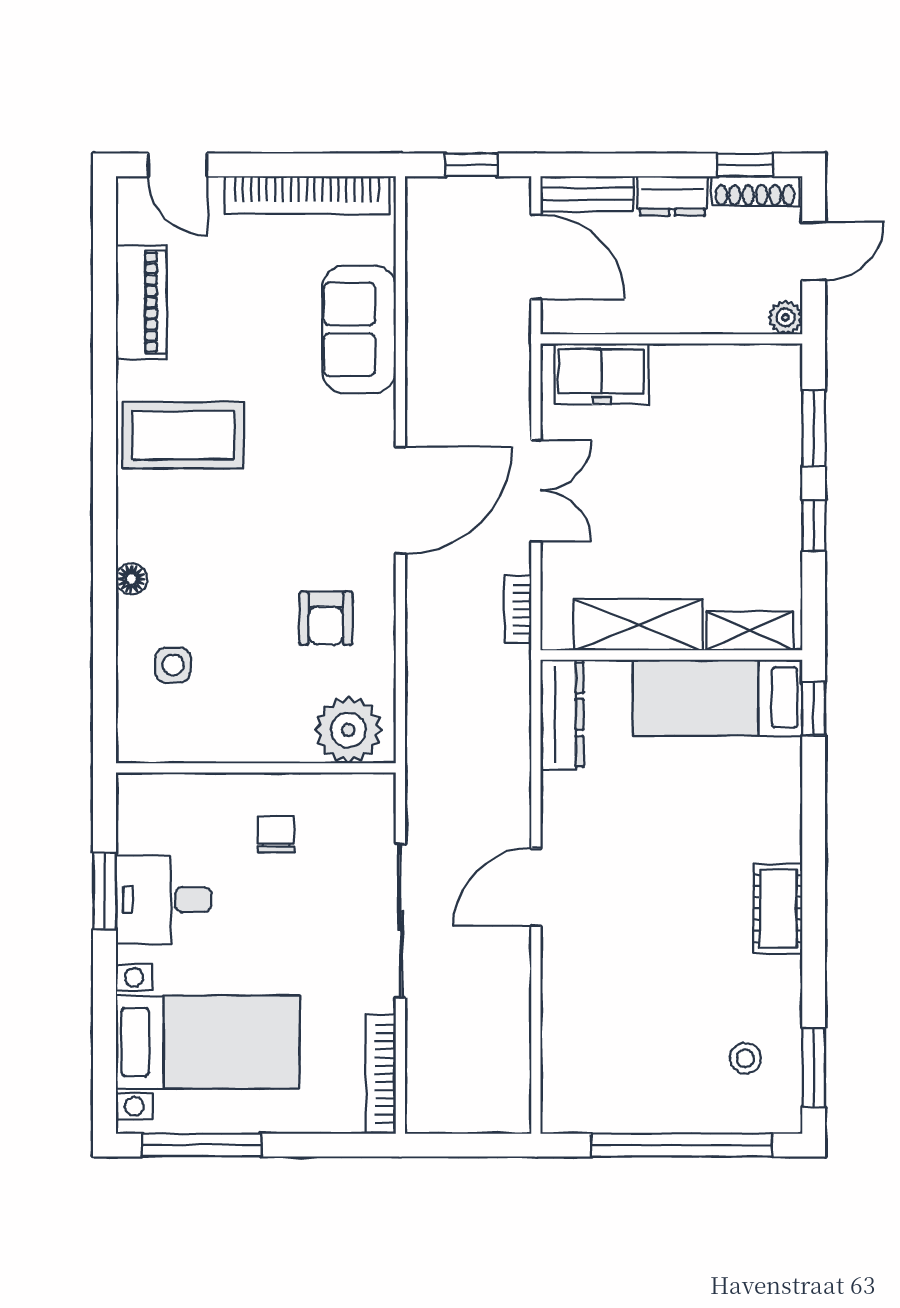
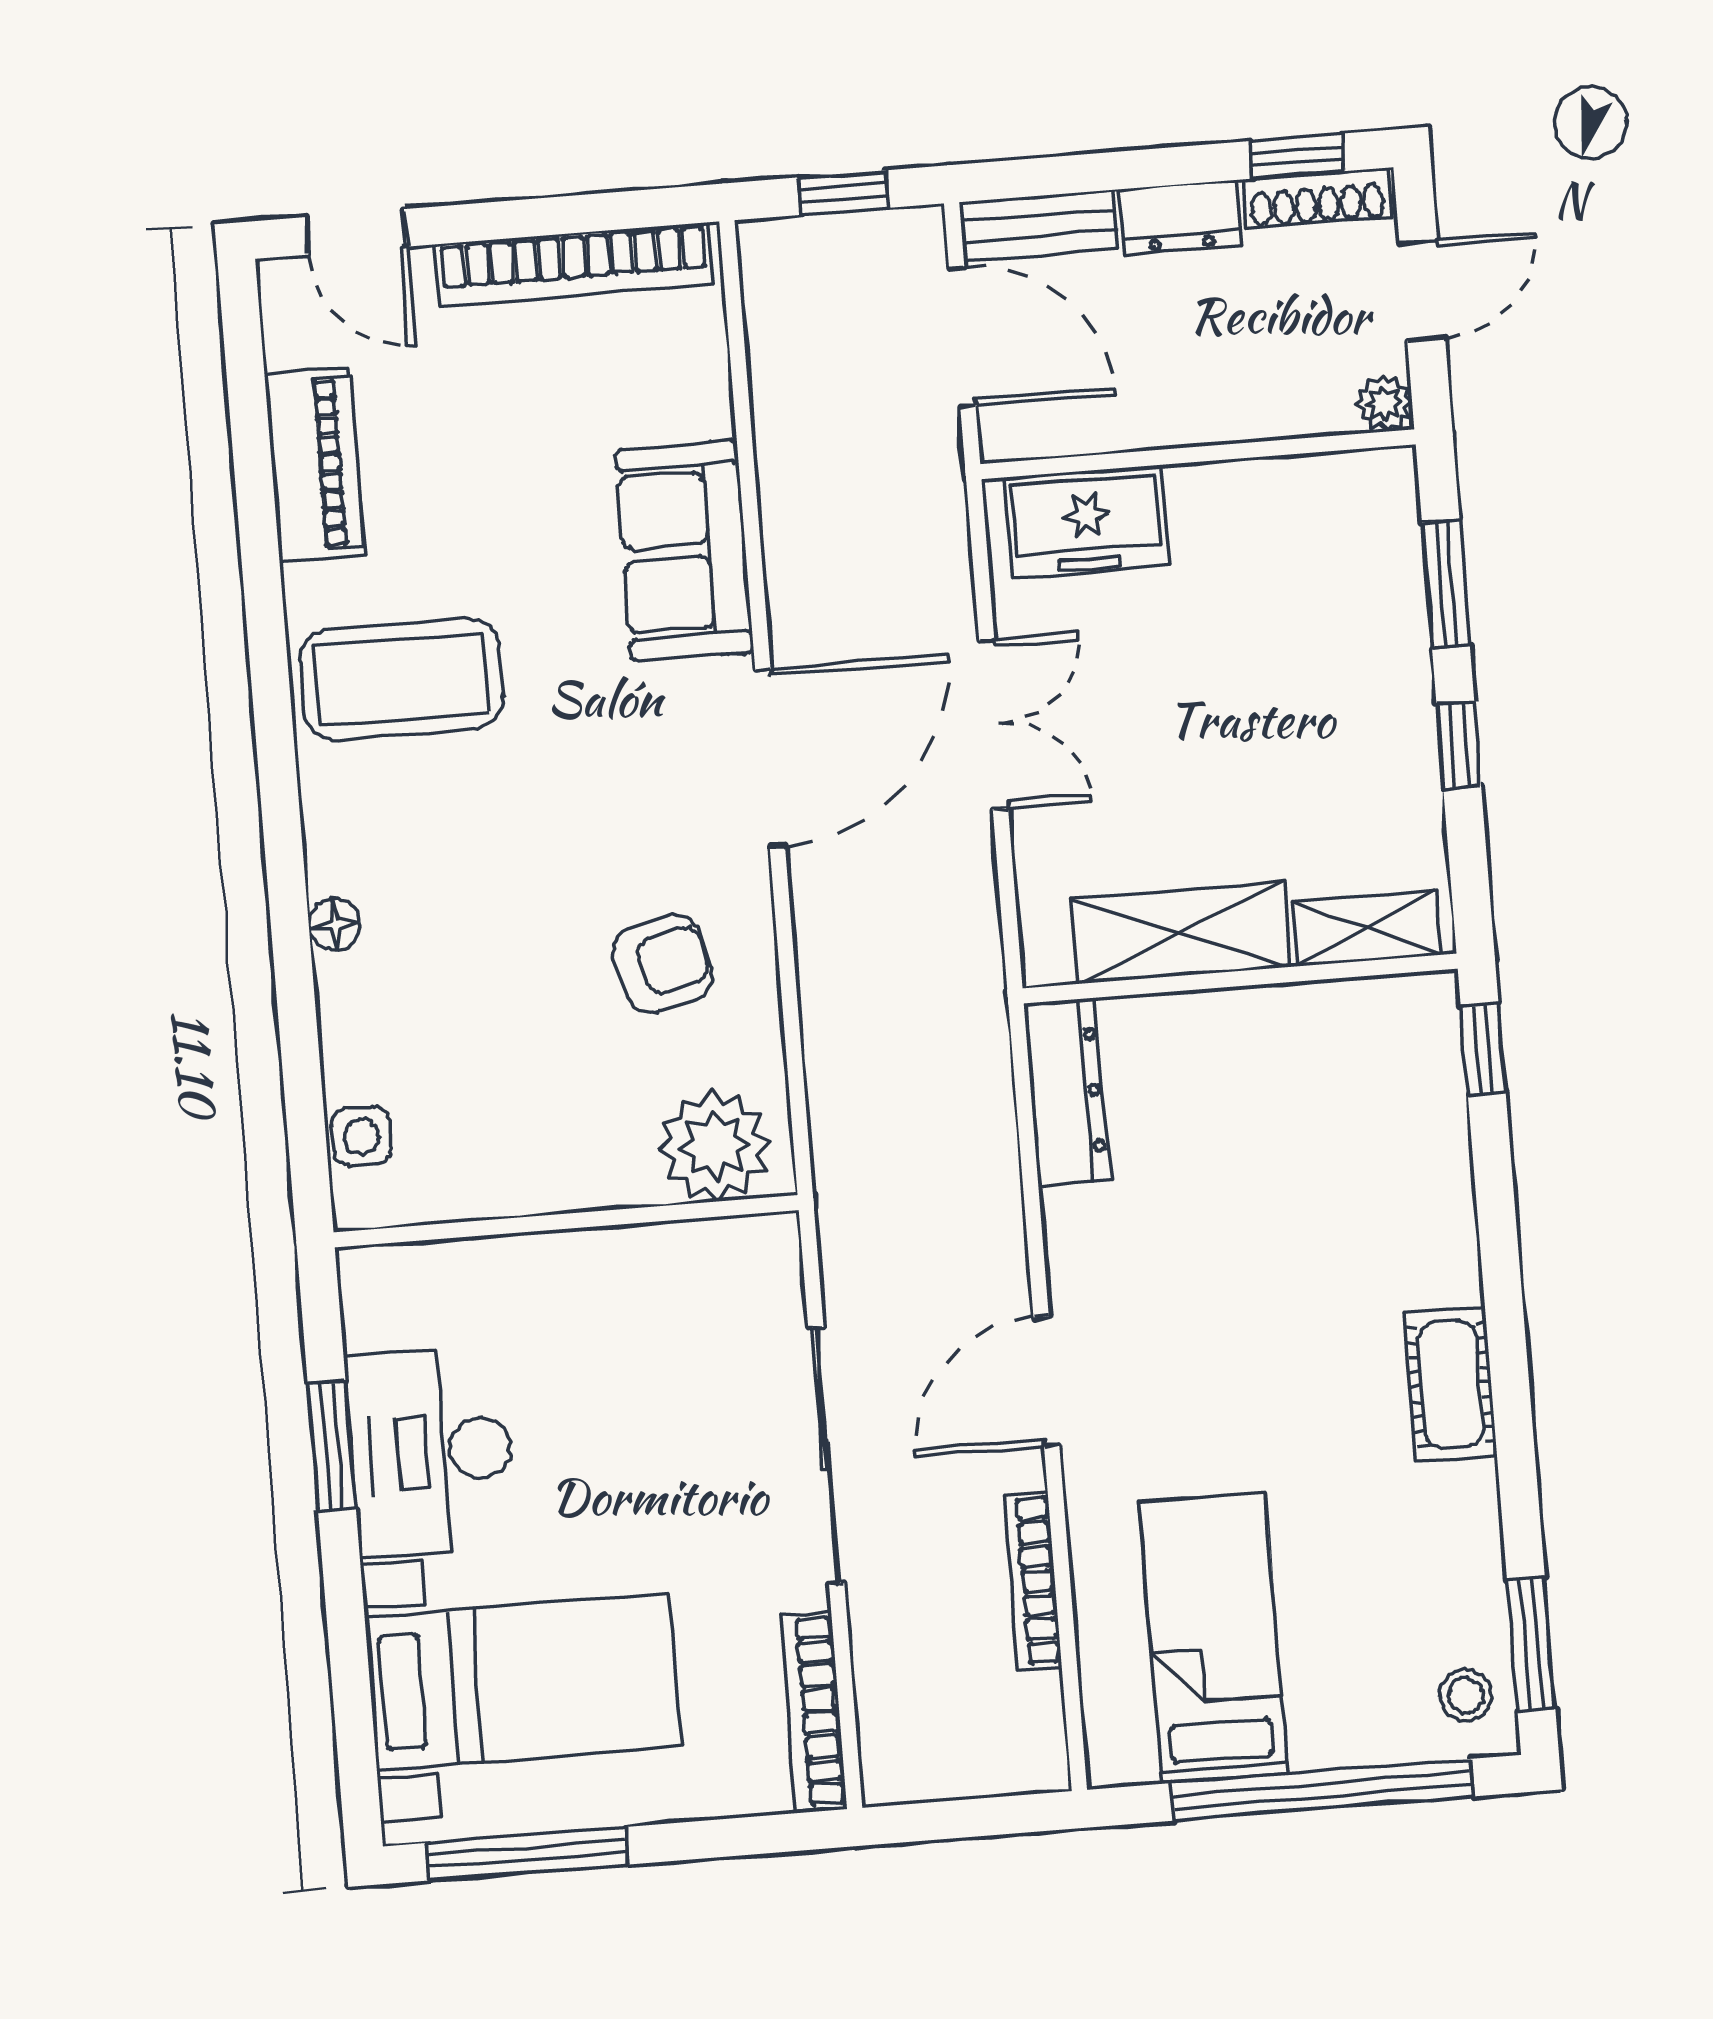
sofa: (359, 329) -> (685, 551), moved
bookcase: (518, 609) -> (1032, 1581), moved, width x1.56
armchair: (326, 618) -> (662, 964), turned -104
side table: (173, 665) -> (362, 1136), moved
bed: (718, 698) -> (1213, 1638), moved, turned 90
chair: (276, 834) -> (608, 1328), removed
desk: (164, 900) -> (431, 1452), width x1.37
stool: (745, 1058) -> (1466, 1695), moved

